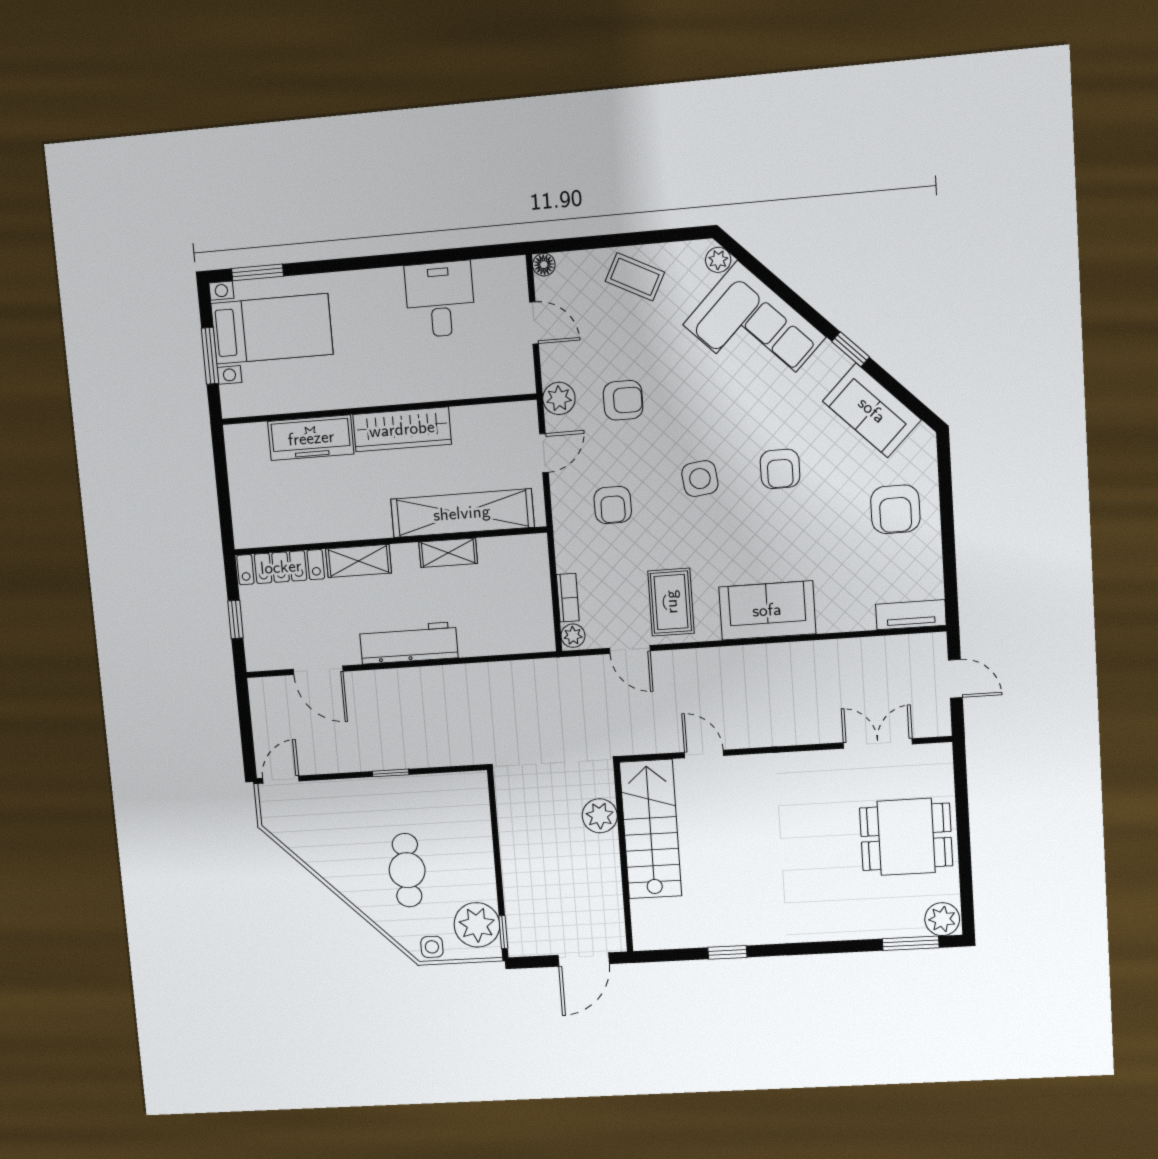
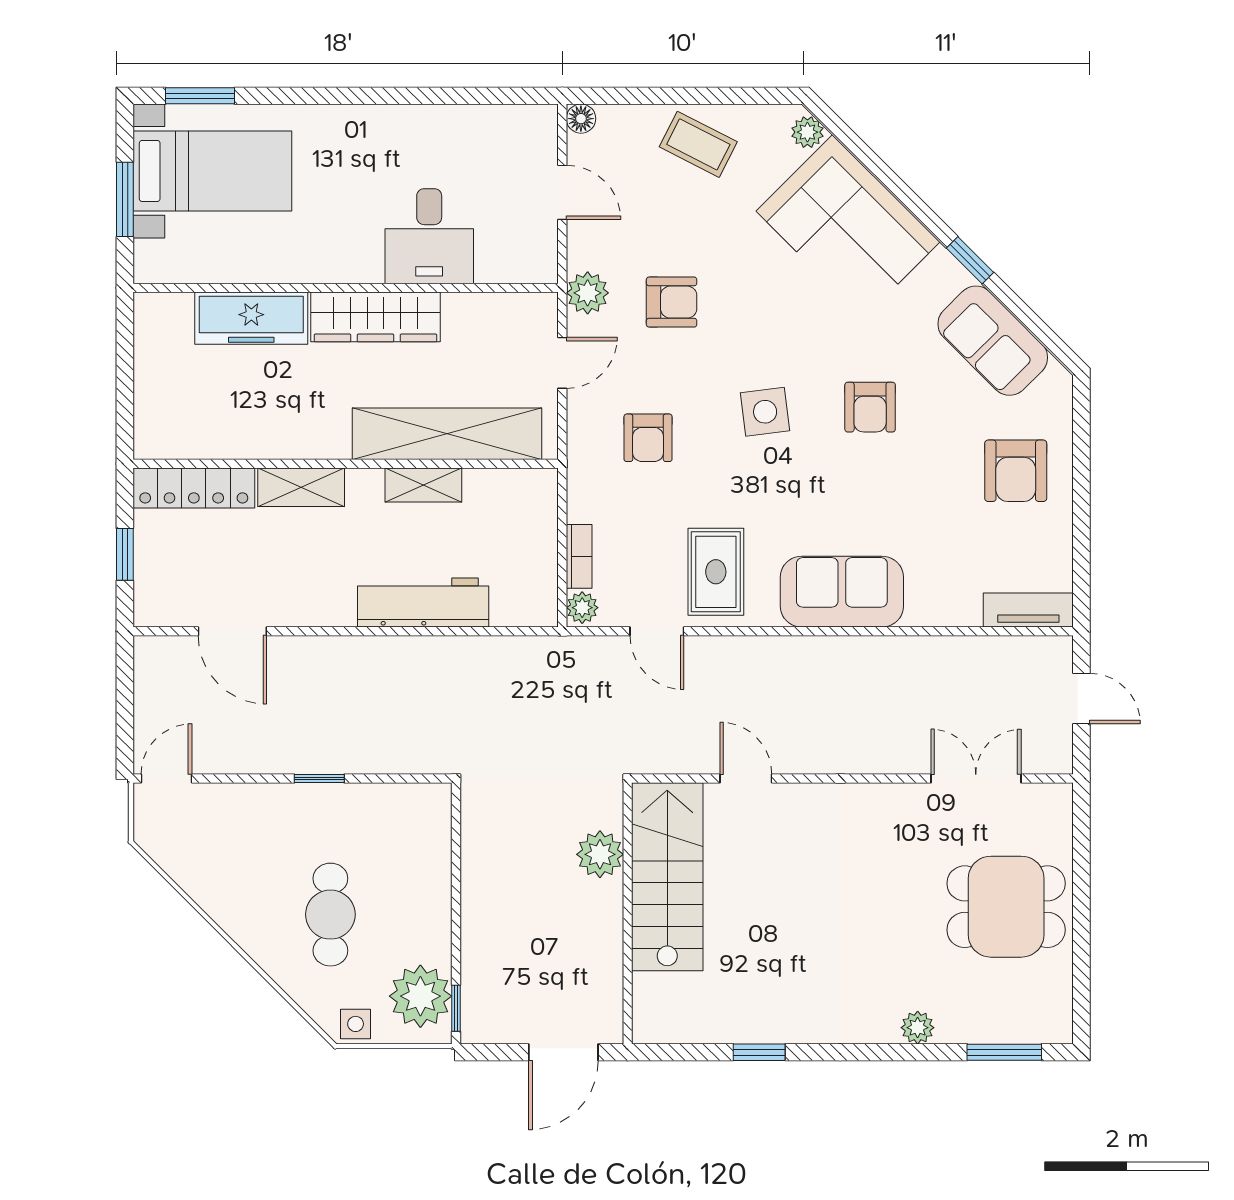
desk: (440, 299) -> (429, 236), moved, turned 180
workbench: (409, 643) -> (423, 603), moved
plant: (942, 919) -> (918, 1028), moved, width x0.73, depth x0.73

